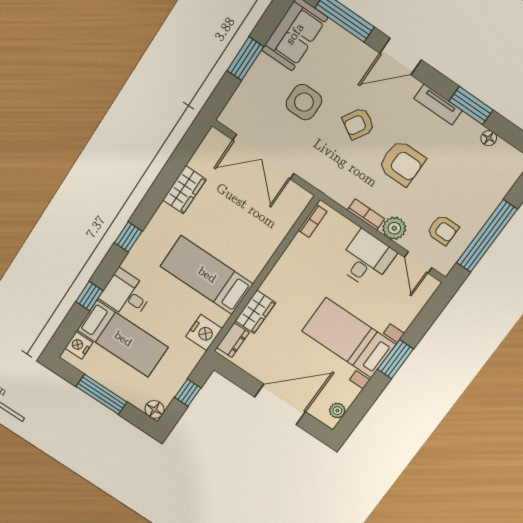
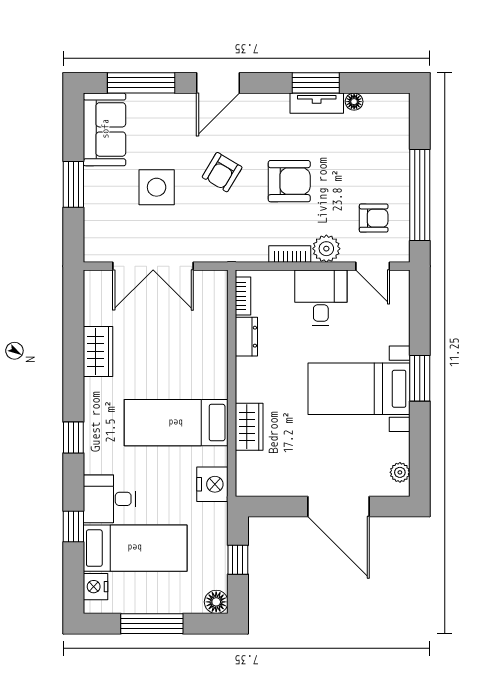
tv unit: (438, 105) -> (317, 103), moved
dresser: (233, 340) -> (246, 337), moved
door: (280, 404) -> (339, 506), swing flipped

